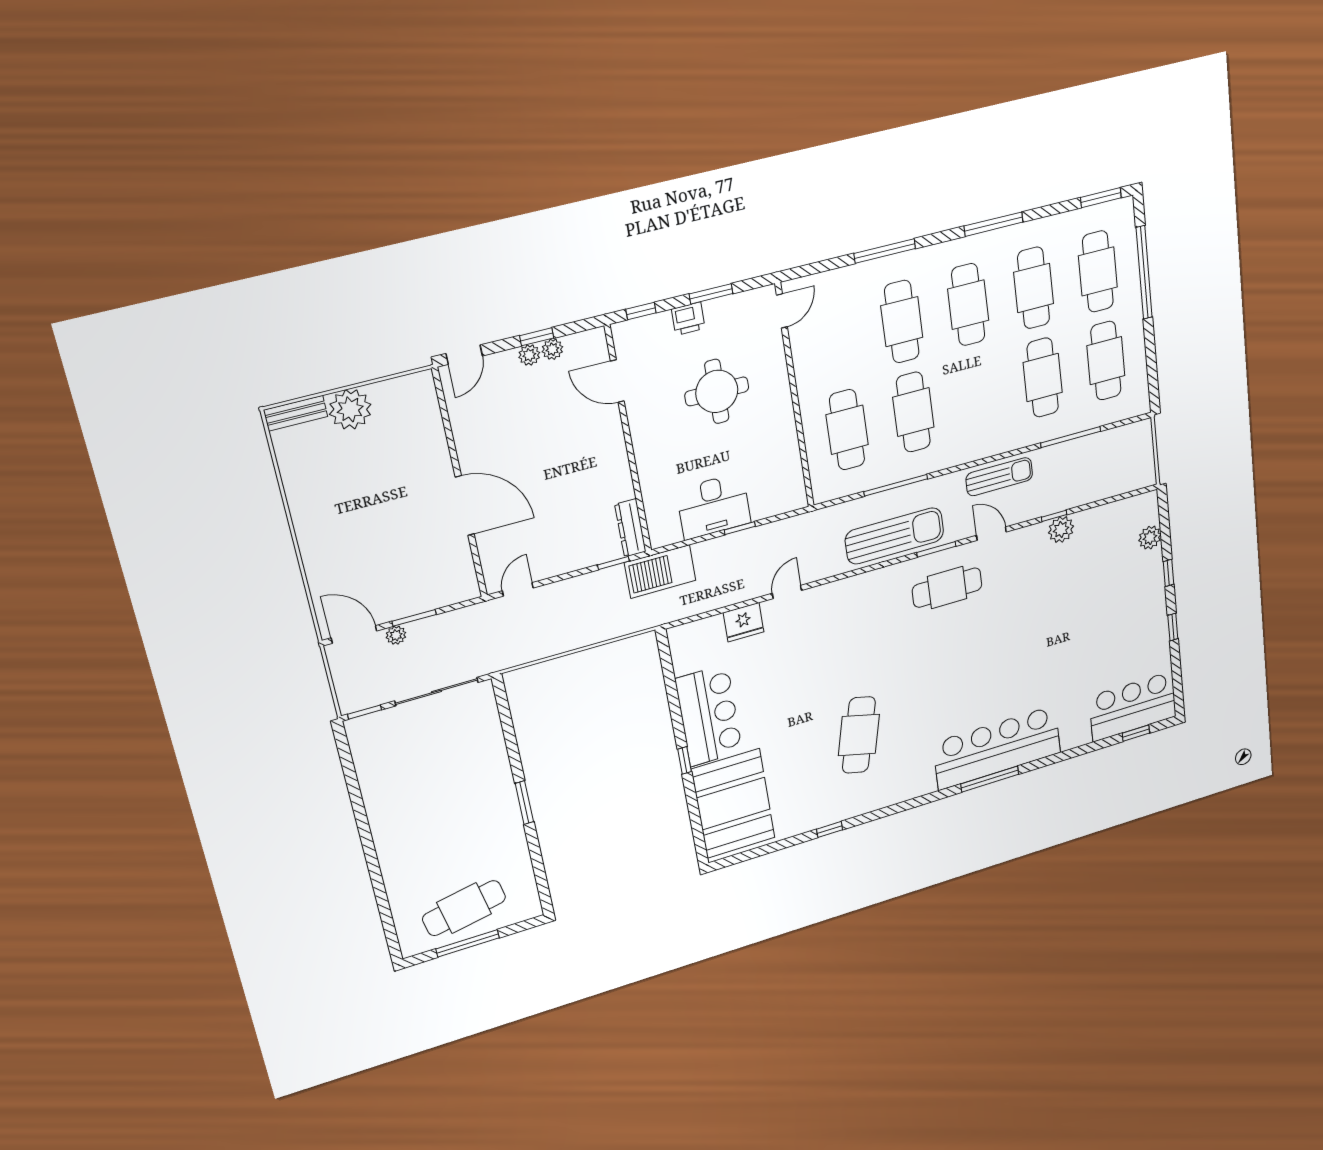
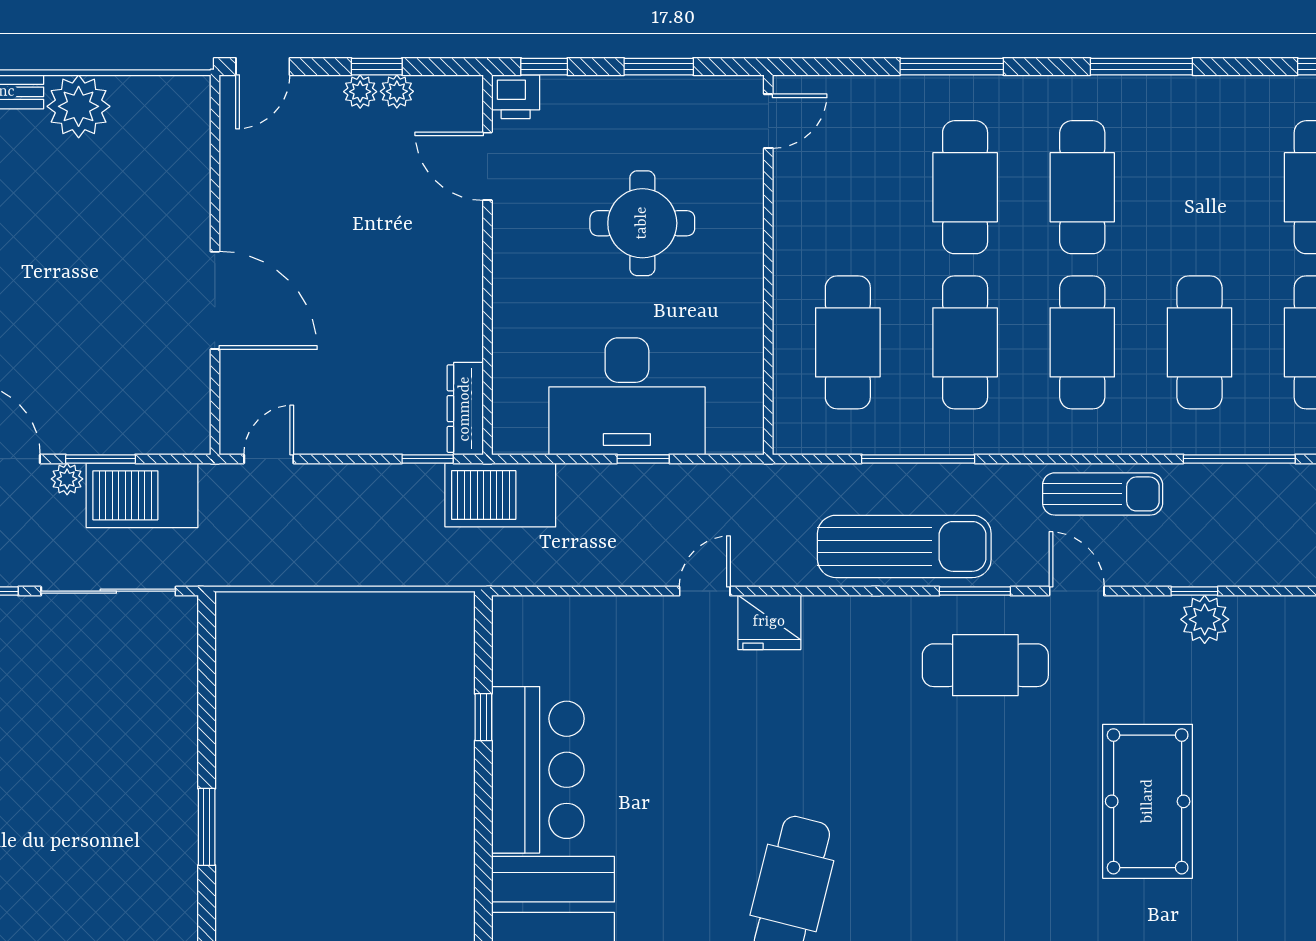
cafe table: (1034, 288) -> (1082, 342), moved
printer: (688, 319) -> (516, 97), moved
desk: (714, 506) -> (627, 396), width x1.36, depth x1.30
fridge: (743, 622) -> (769, 622), moved
barbecue: (445, 632) -> (142, 495), added
pool table: (1041, 634) -> (1148, 801), added
window: (685, 760) -> (483, 717), moved

